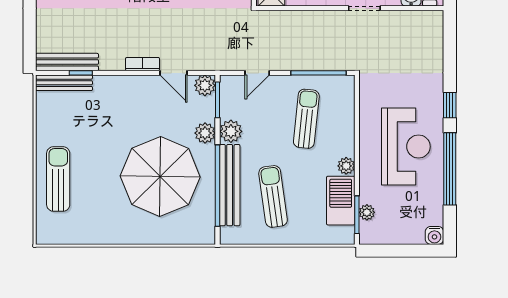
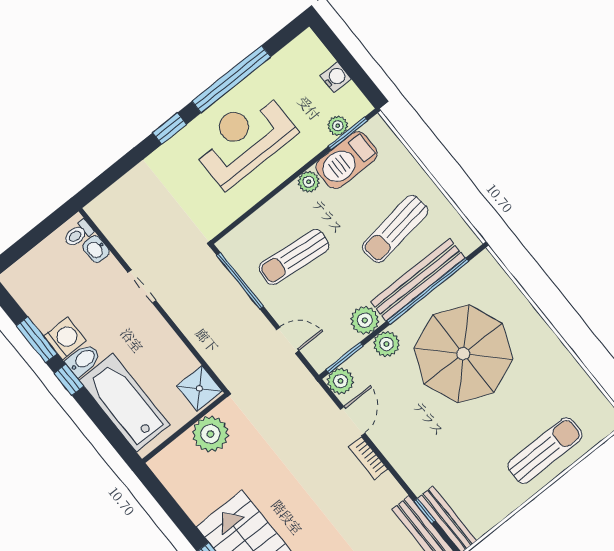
sun lounger: (58, 179) -> (545, 451), turned 180
water cooler: (434, 235) -> (336, 77), moved

